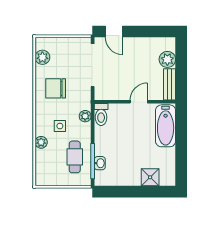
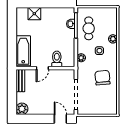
plant: (42, 57) -> (112, 100), removed
plant: (167, 59) -> (22, 109), moved
chair: (56, 88) -> (103, 78), turned -95
toilet: (101, 115) -> (57, 59), moved

